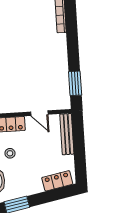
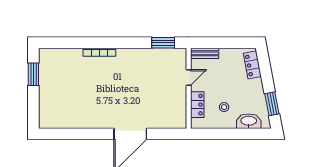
bench: (67, 134) -> (205, 53), width x0.73

